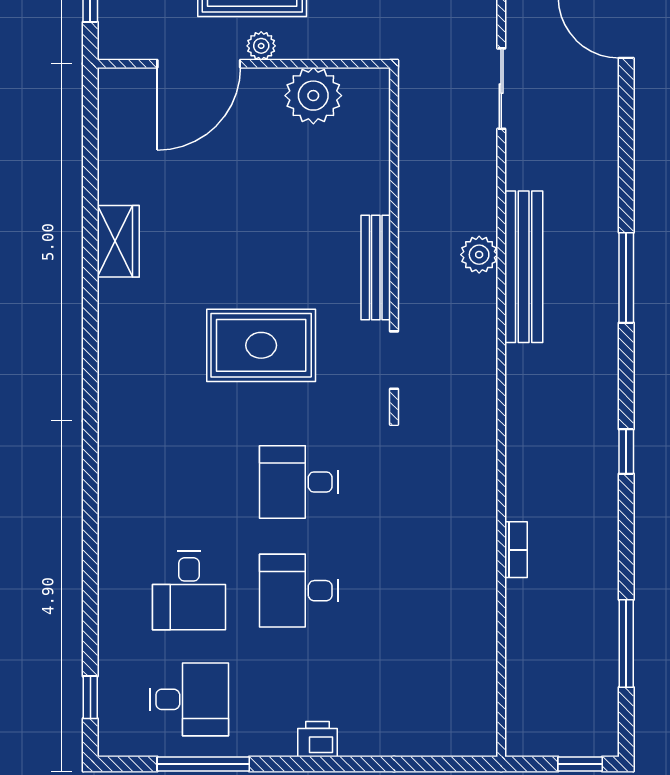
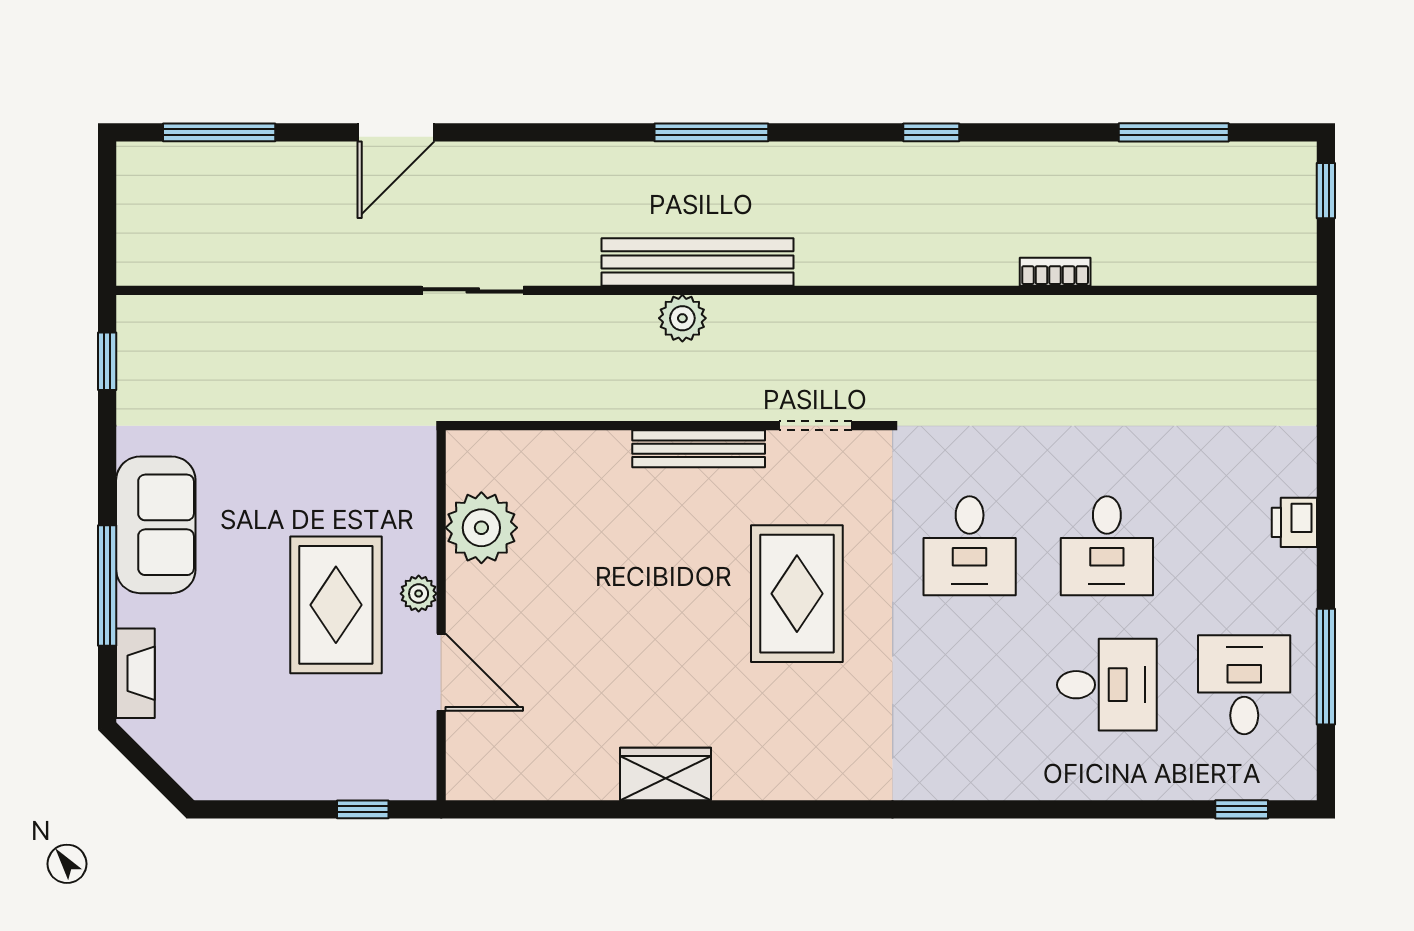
door: (199, 64) -> (441, 672), width x0.73

